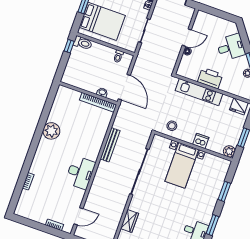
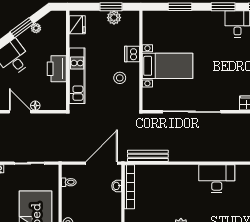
stool: (172, 126) -> (120, 78), moved
bench: (110, 145) -> (148, 156), moved
plant: (229, 151) -> (114, 18), moved

